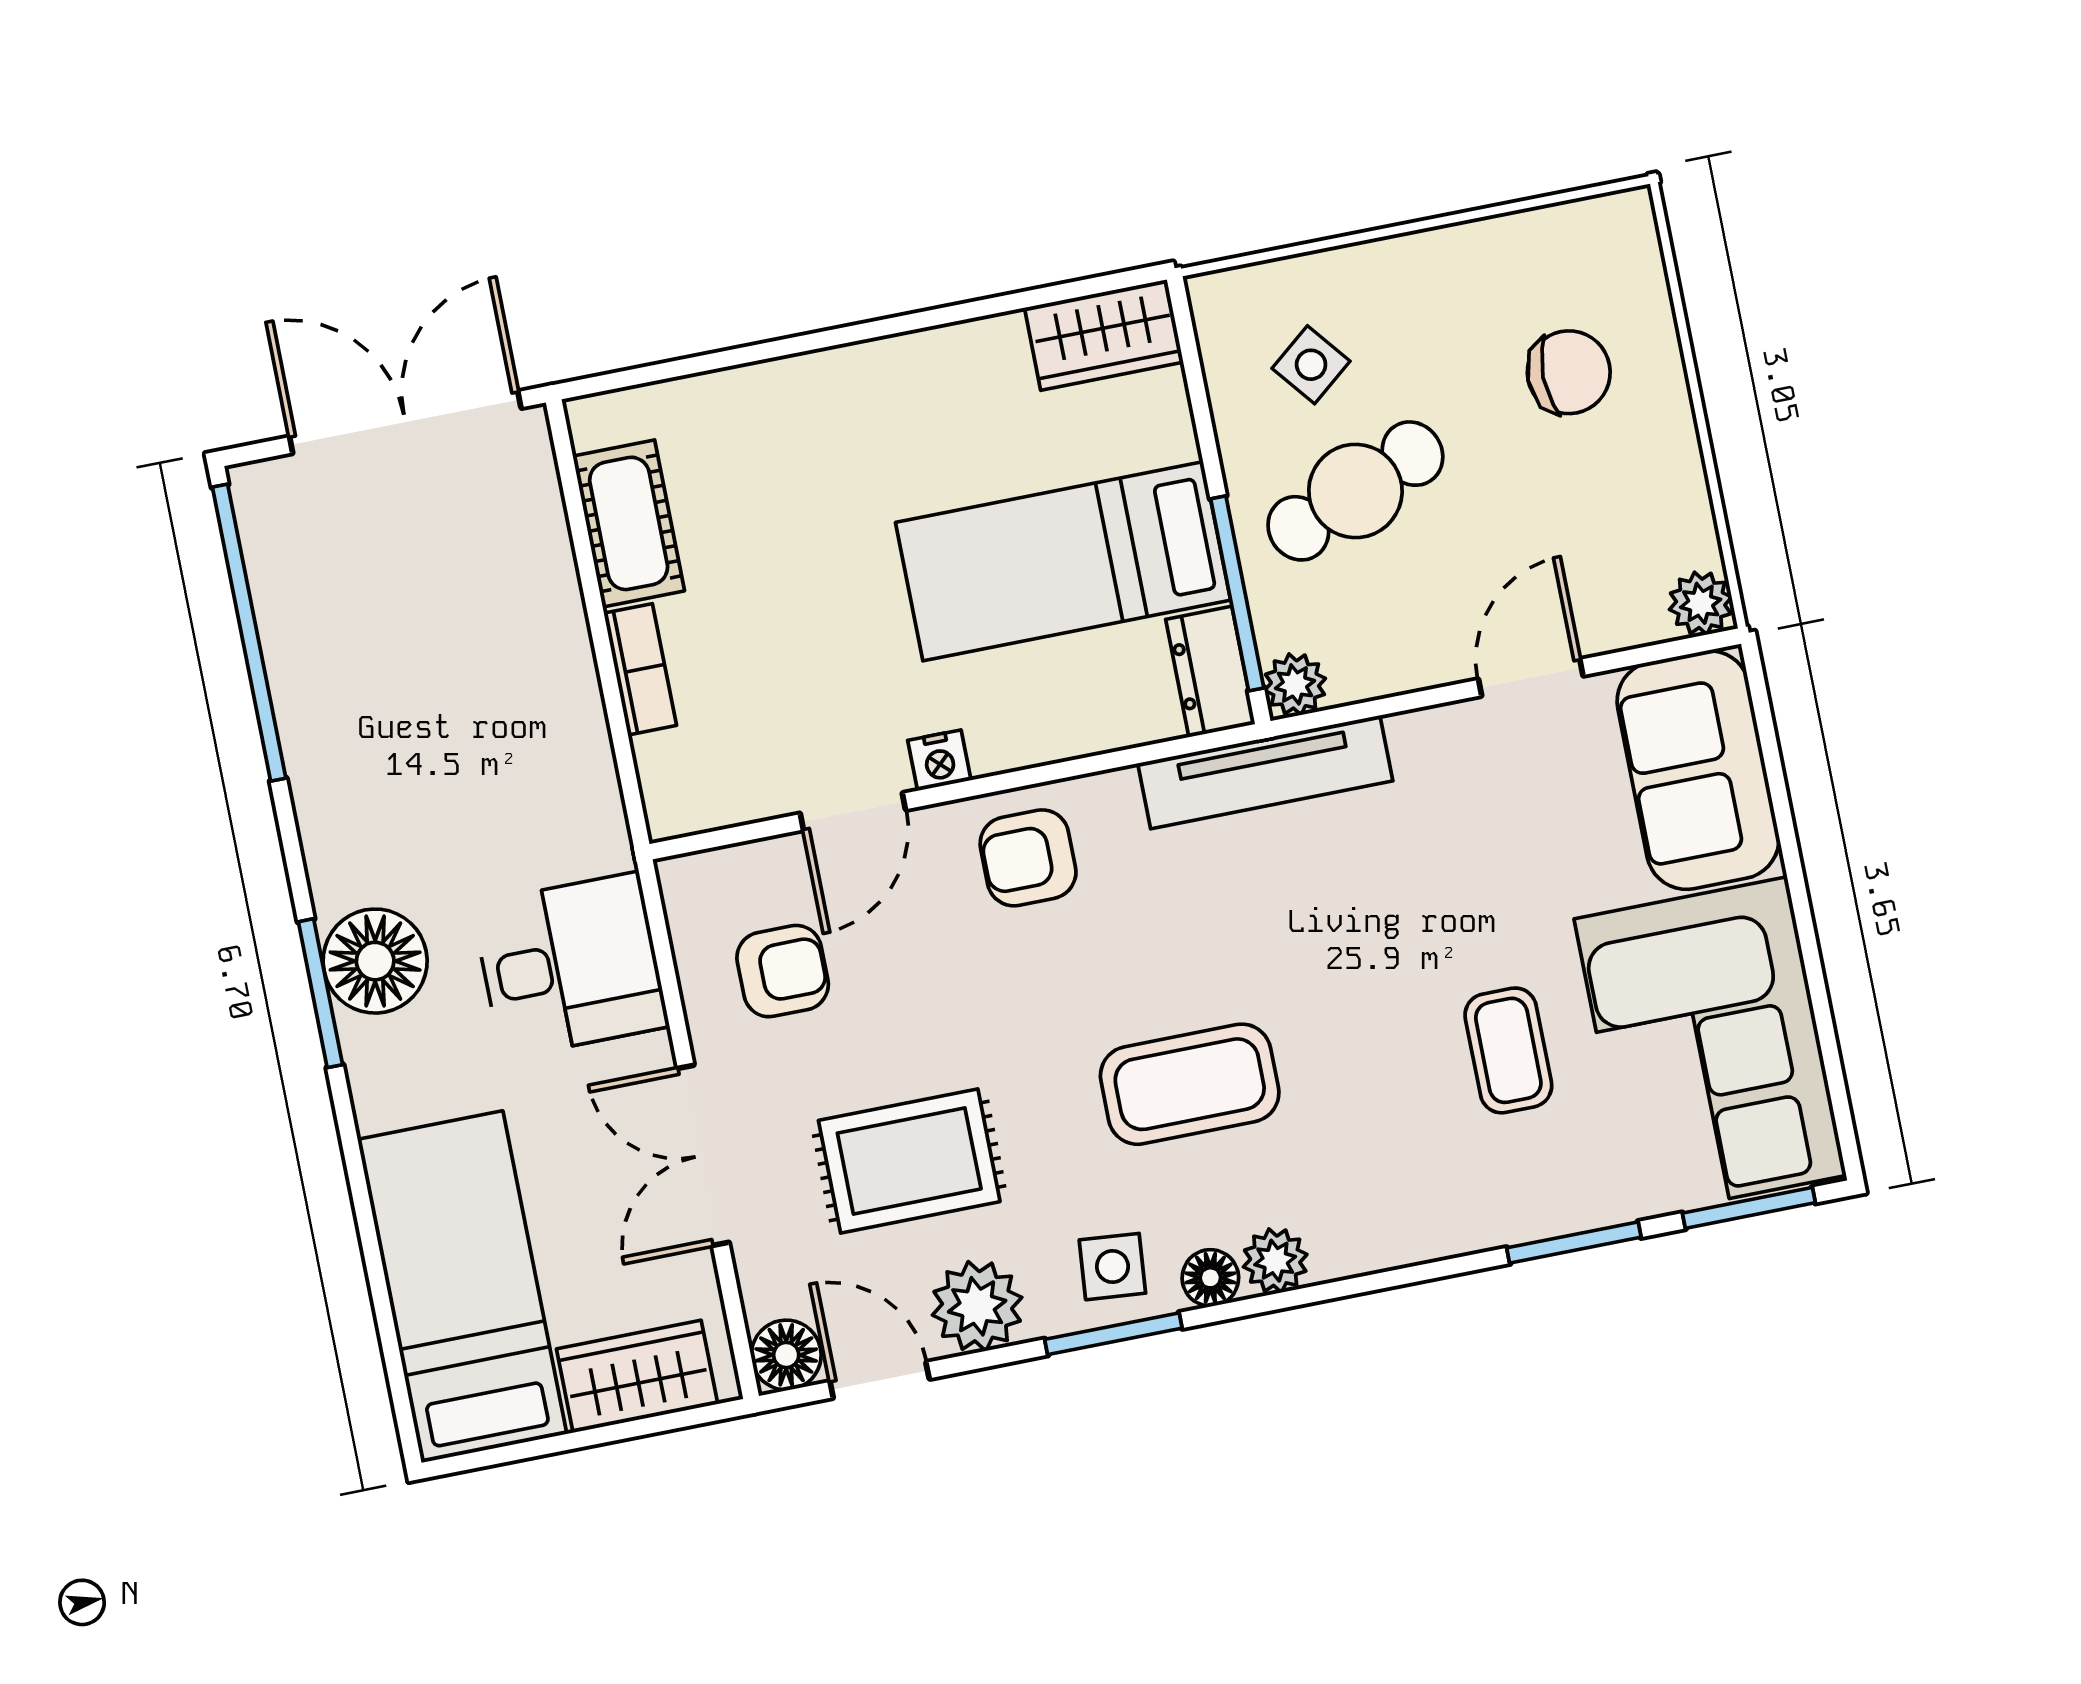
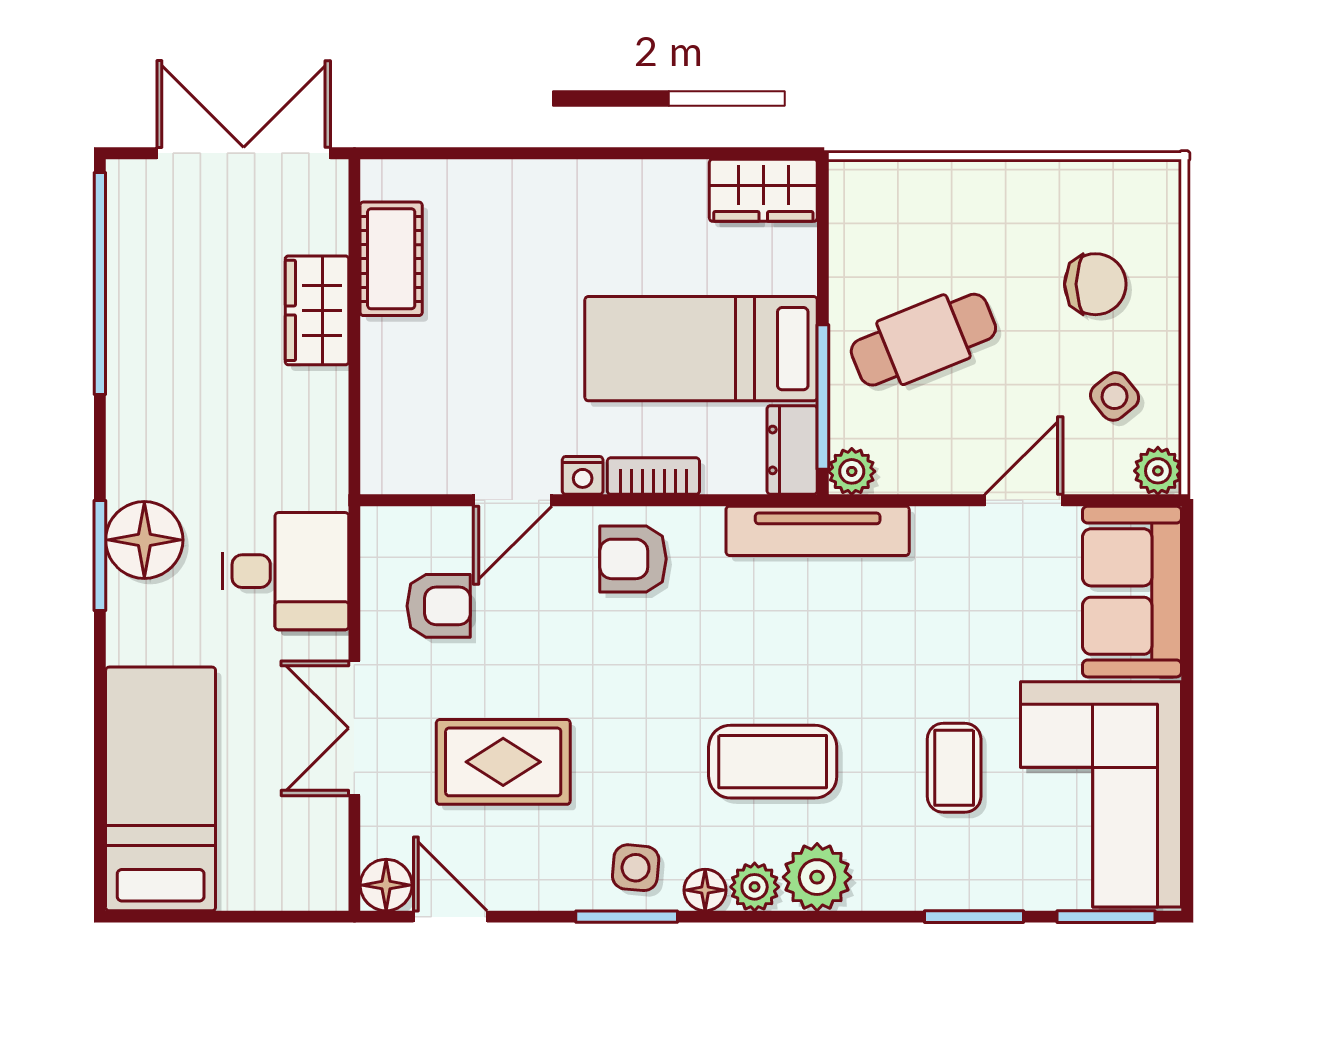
side table: (1311, 365) -> (1115, 396), moved
bookcase: (640, 669) -> (653, 476), moved, turned -90
coffee table: (1190, 1084) -> (773, 762), moved
plant: (977, 1306) -> (817, 877), moved
wardrobe: (637, 1376) -> (317, 310), moved, turned -90

